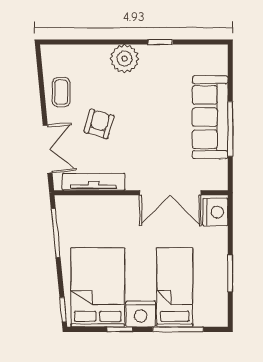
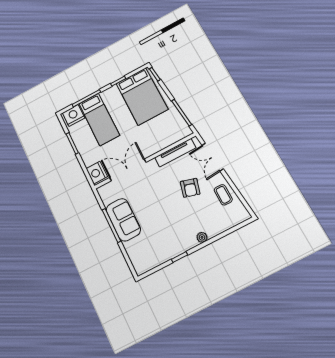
plant: (125, 59) -> (202, 237), width x0.53, depth x0.53
sofa: (210, 117) -> (123, 220), width x0.73
nightstand: (141, 314) -> (74, 115), moved

